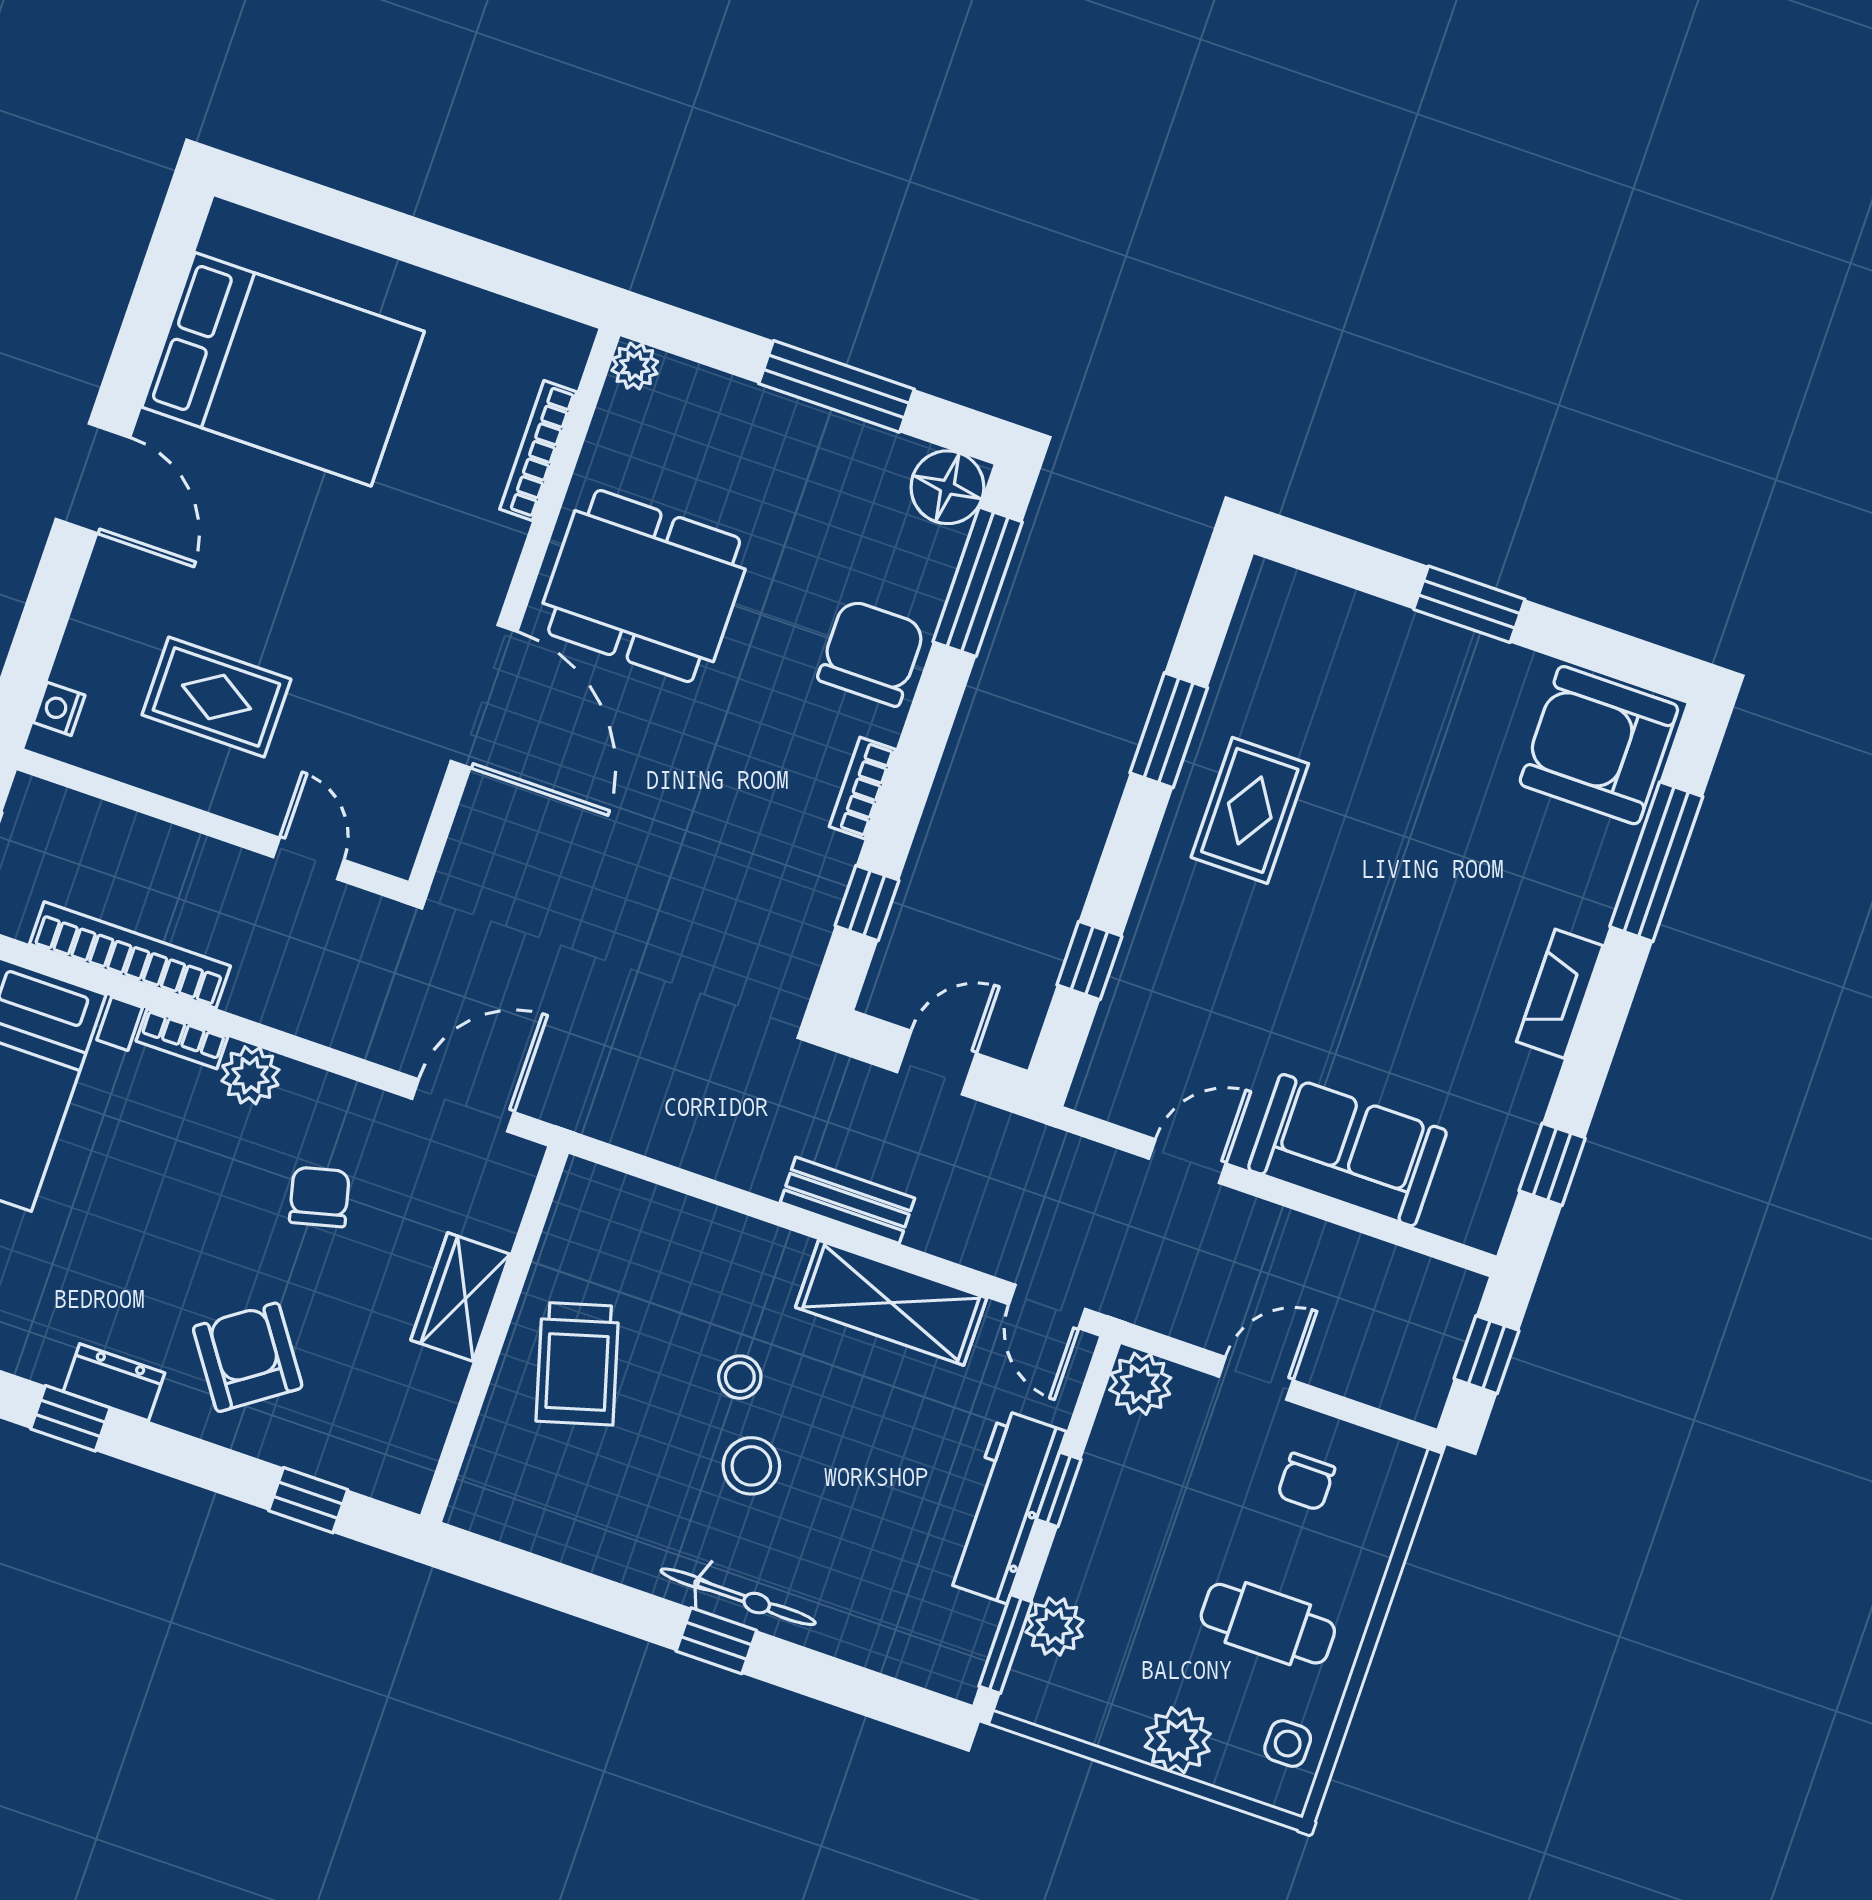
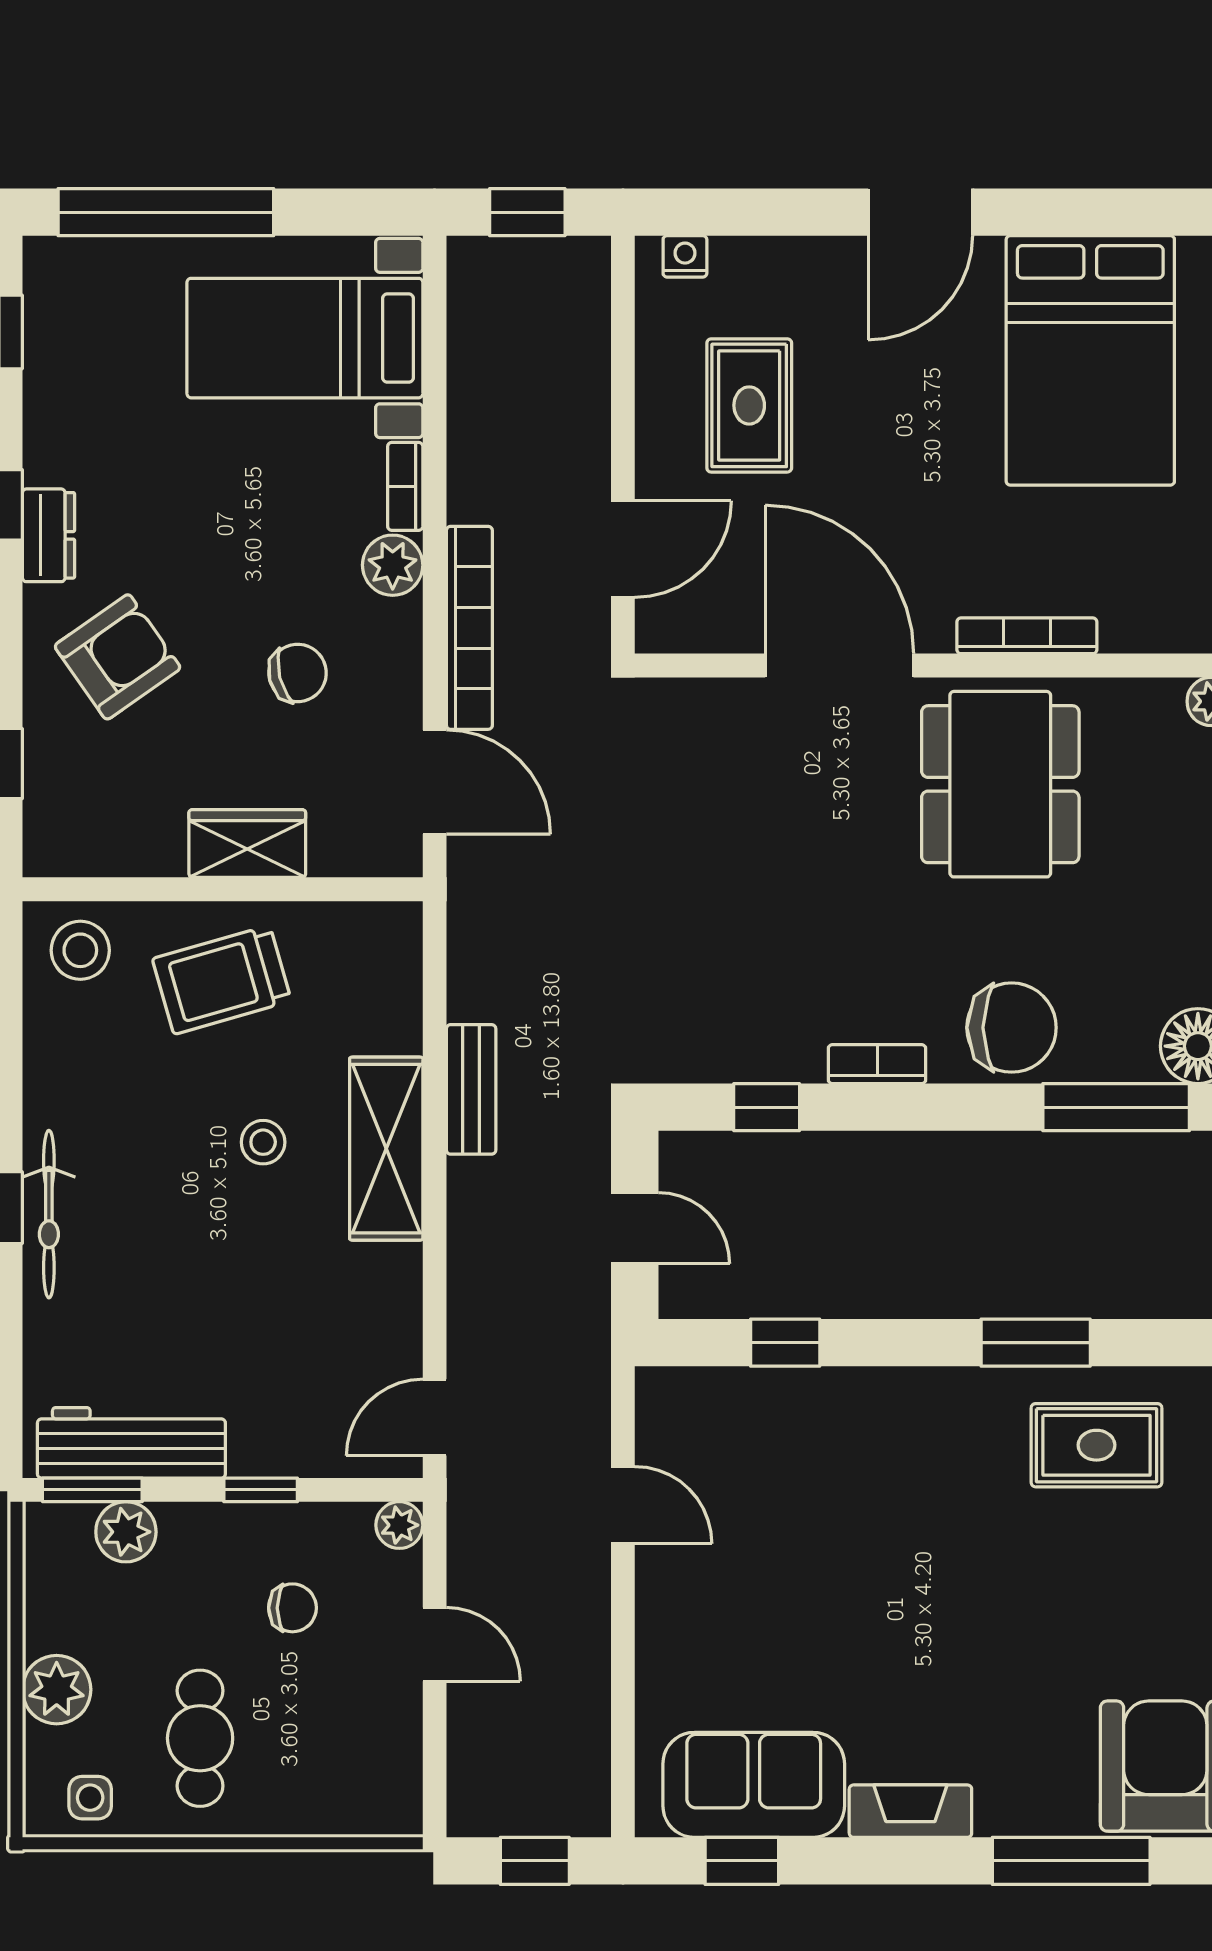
bookcase: (538, 451) -> (1027, 636), moved
door: (484, 696) -> (839, 665), swing flipped
rug: (1250, 810) -> (1096, 1445), moved
door: (308, 858) -> (623, 549), width x1.38
bookcase: (130, 955) -> (469, 628), moved
sofa: (1347, 1150) -> (754, 1785), moved, turned -90
bench: (847, 1200) -> (471, 1089), moved
shelving: (891, 1303) -> (386, 1149), moved
plant: (1140, 1384) -> (399, 1525), width x0.73, depth x0.73
stool: (751, 1466) -> (80, 950), moved
chair: (1306, 1482) -> (292, 1608), moved, turned 180
workbench: (1004, 1507) -> (131, 1443), moved

